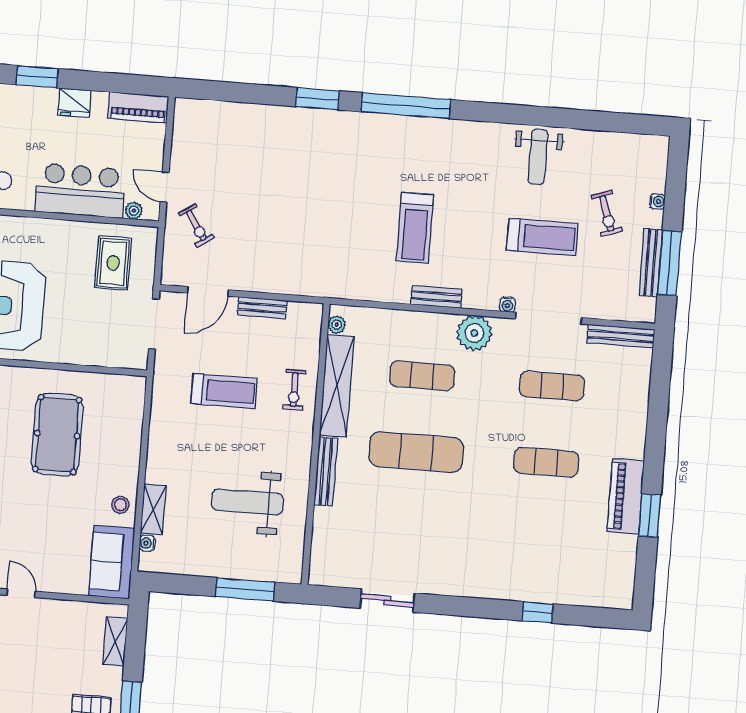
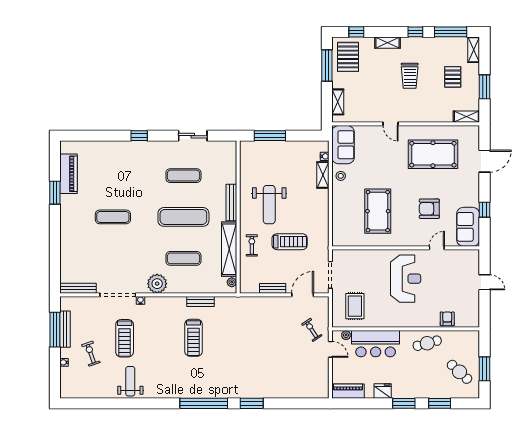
treadmill: (415, 228) -> (194, 338), turned 180
treadmill: (542, 237) -> (125, 338), turned -90
bench: (436, 297) -> (201, 302), moved
exercise mat: (552, 386) -> (183, 176), moved
treadmill: (224, 391) -> (290, 242), turned 180
piano: (626, 496) -> (69, 174), moved
weight bench: (247, 502) -> (269, 205), moved, turned 90
window: (538, 612) -> (139, 136), moved

